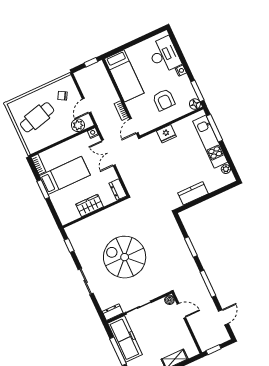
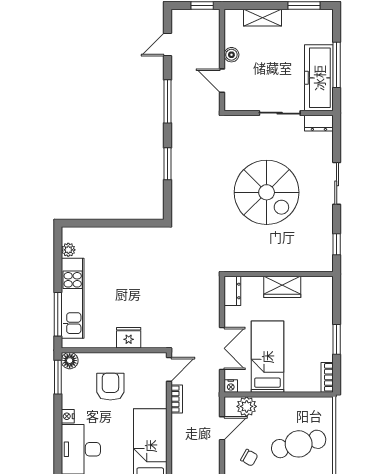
bed: (65, 175) -> (267, 357), moved, turned 90
kitchen counter: (193, 193) -> (130, 237), removed
boiler: (170, 300) -> (231, 55), moved

